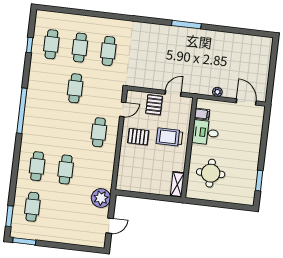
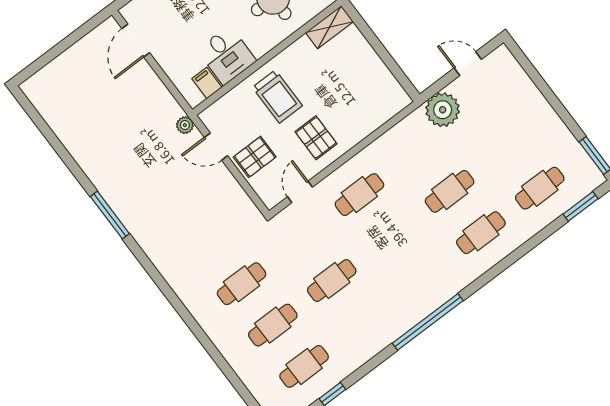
plant: (217, 92) -> (185, 125), moved
door: (123, 109) -> (300, 192), hinge flipped

